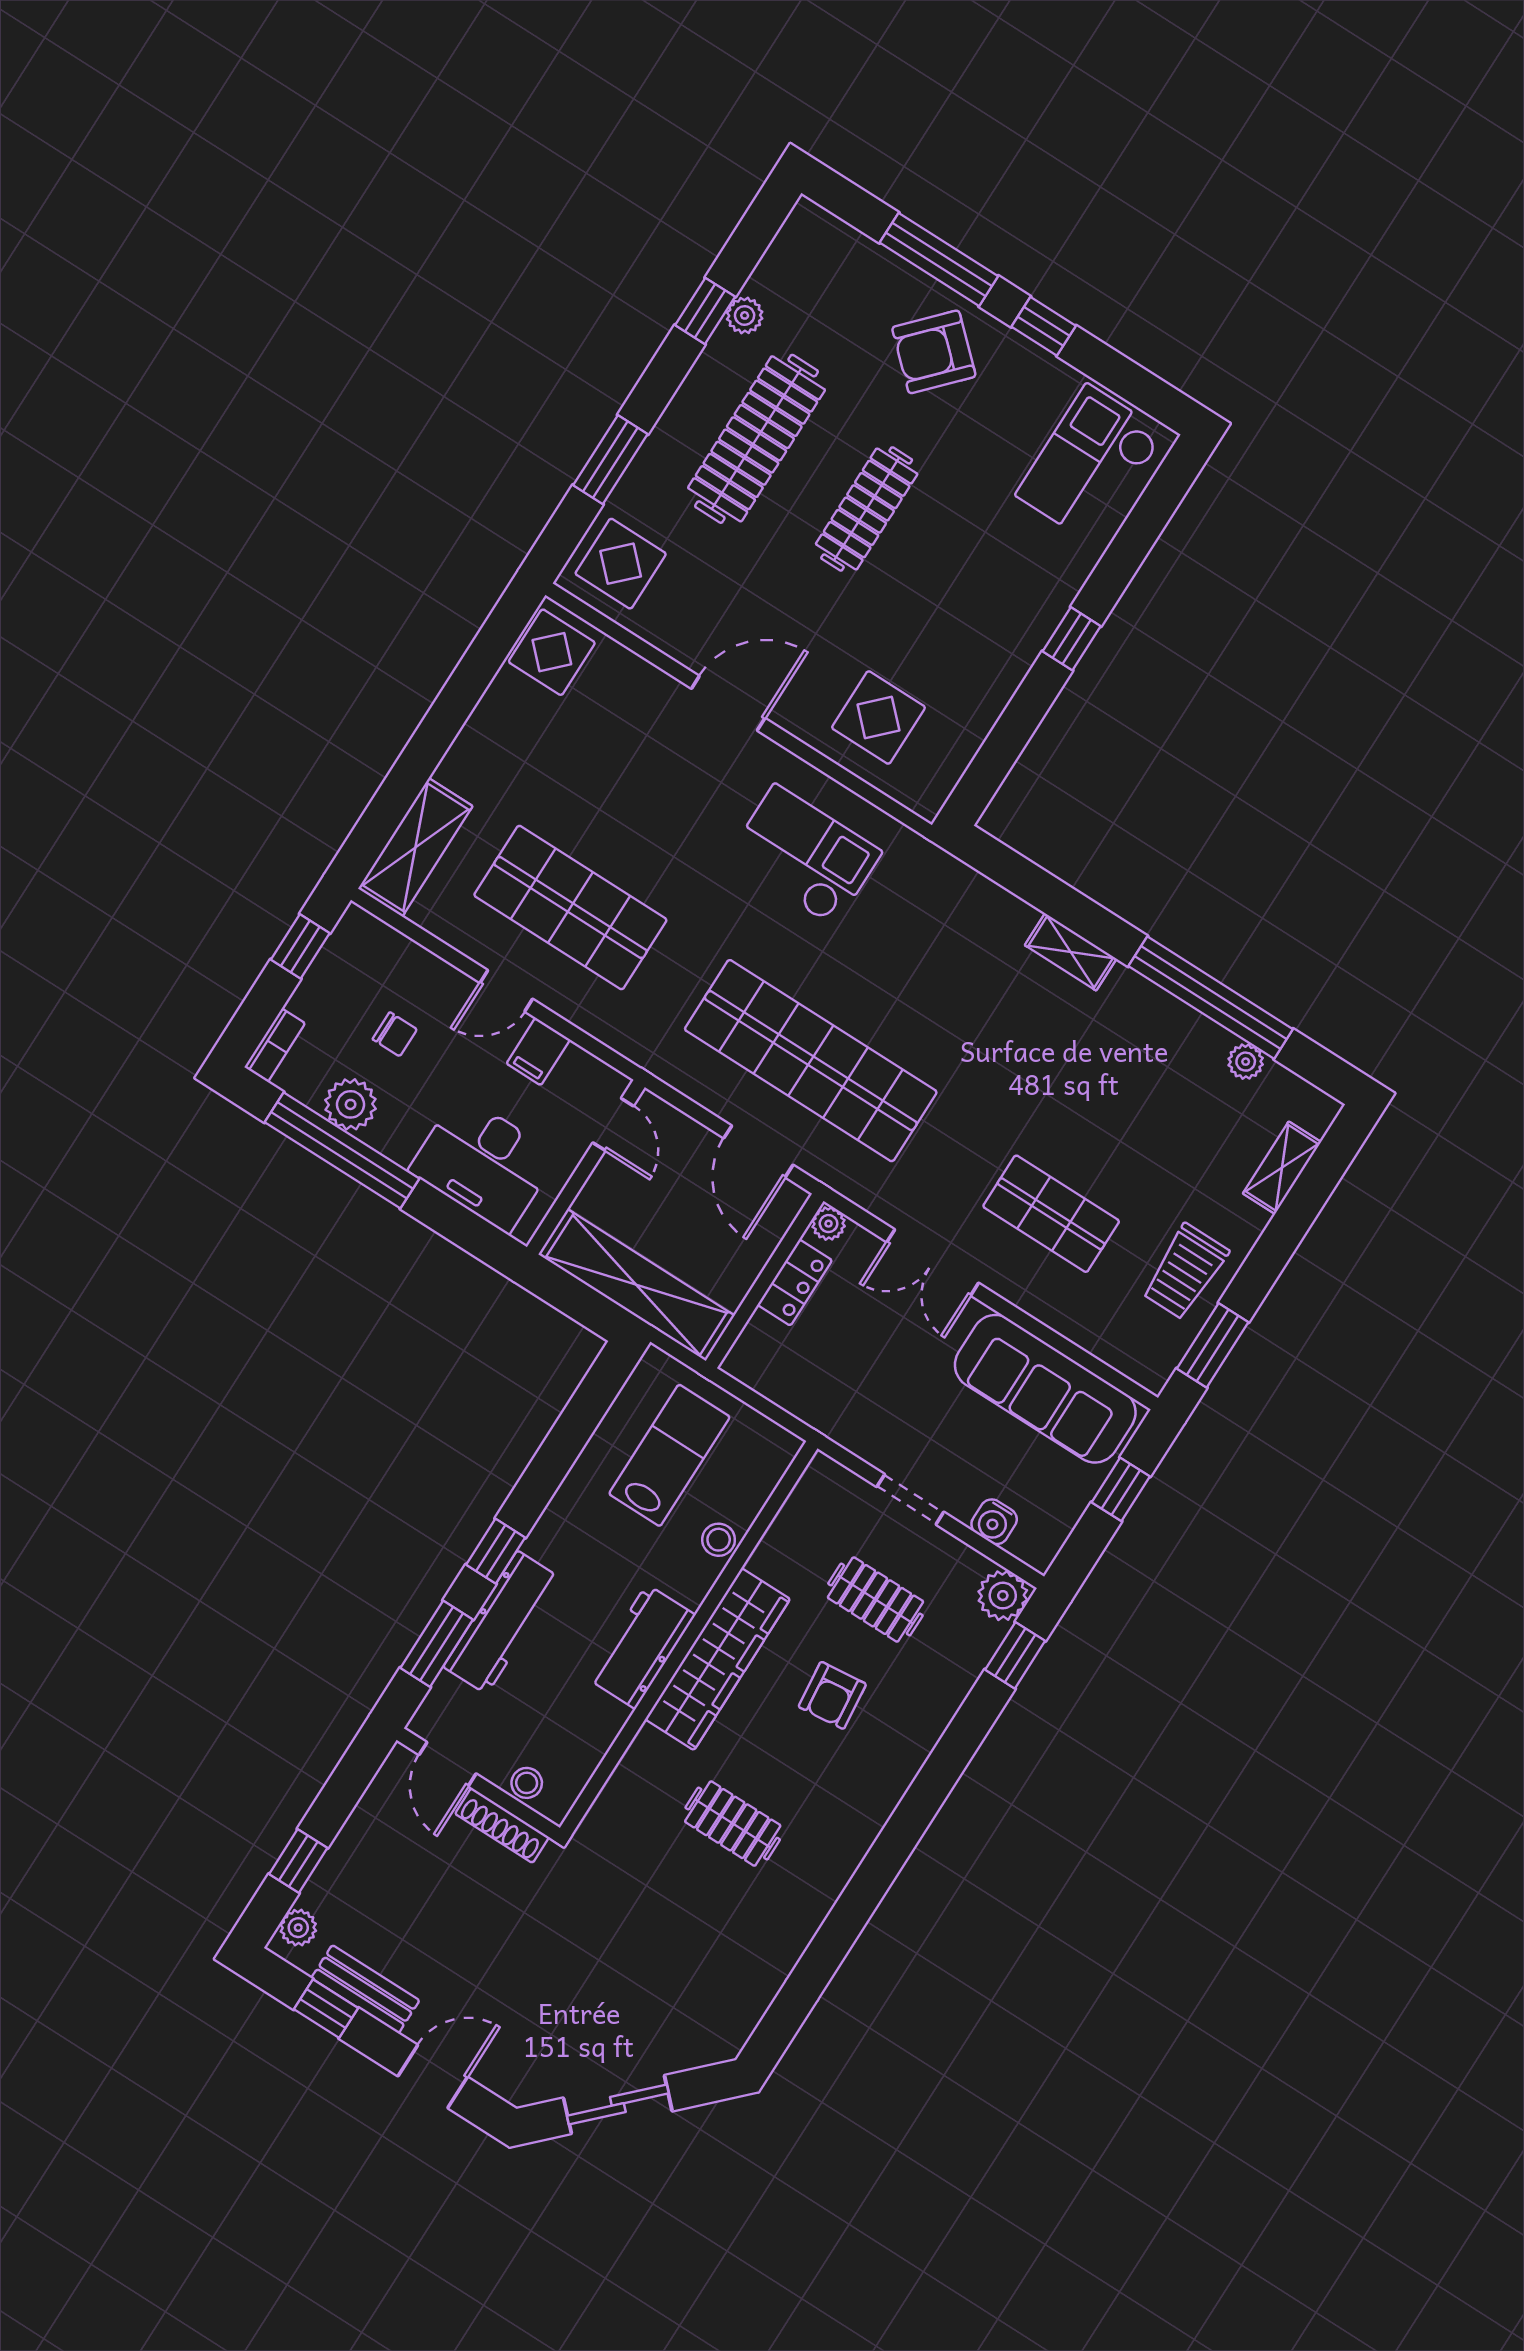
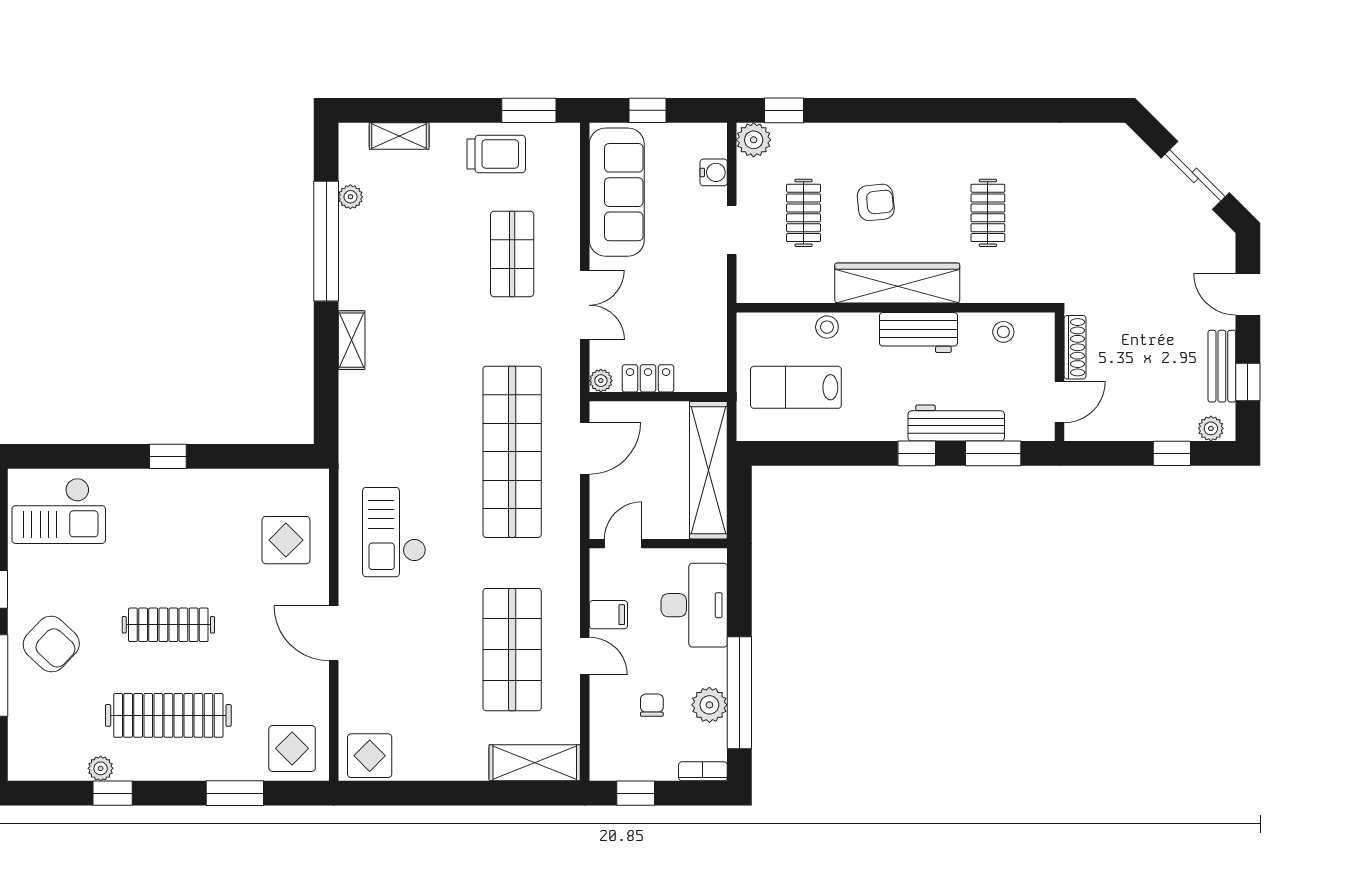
stool: (527, 1783) -> (1003, 332), moved

